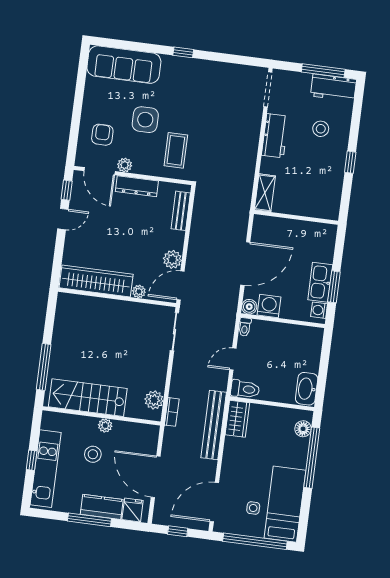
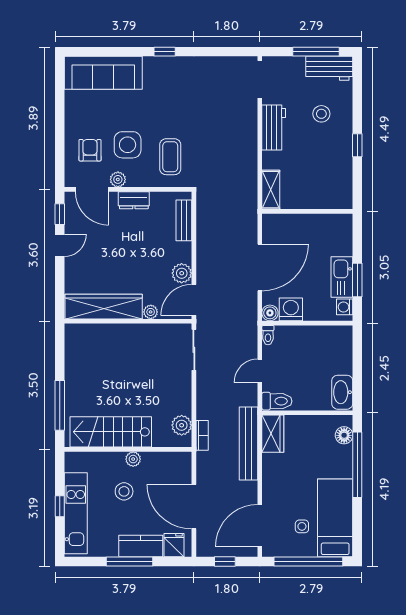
side table: (145, 120) -> (128, 145), moved
dresser: (137, 186) -> (134, 200), width x0.70

